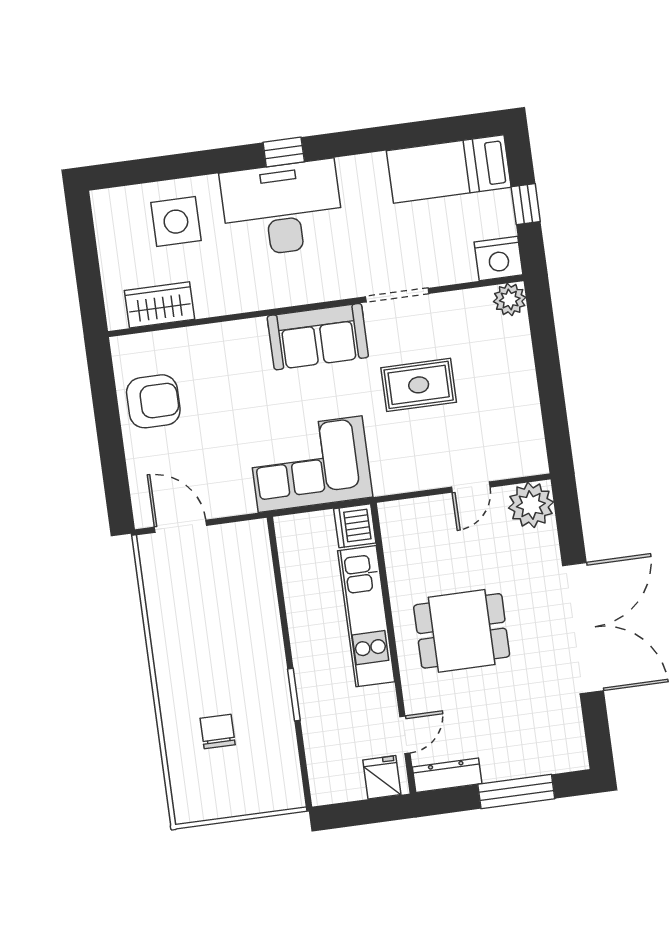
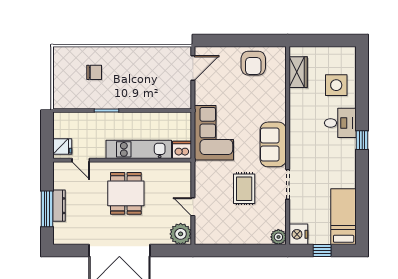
desk: (282, 209) -> (340, 123), width x0.53, depth x0.77
dresser: (447, 775) -> (59, 206), moved

